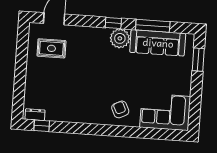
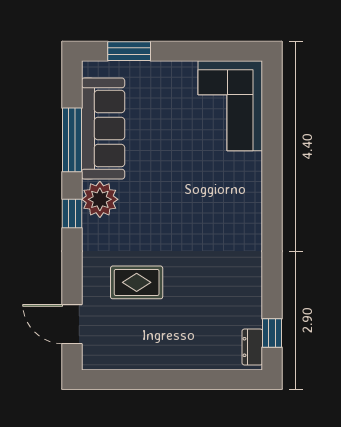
rug: (51, 48) -> (137, 282), moved, turned 90
armchair: (120, 109) -> (232, 189), removed

